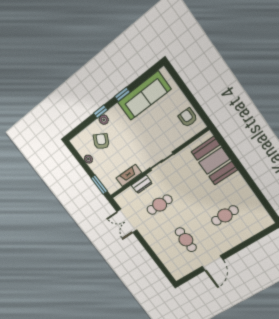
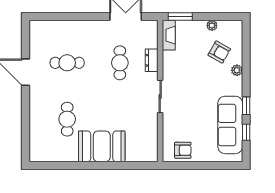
window: (101, 112) -> (246, 132), moved
booth: (214, 161) -> (102, 146), moved
fireplace: (129, 175) -> (169, 35), moved

